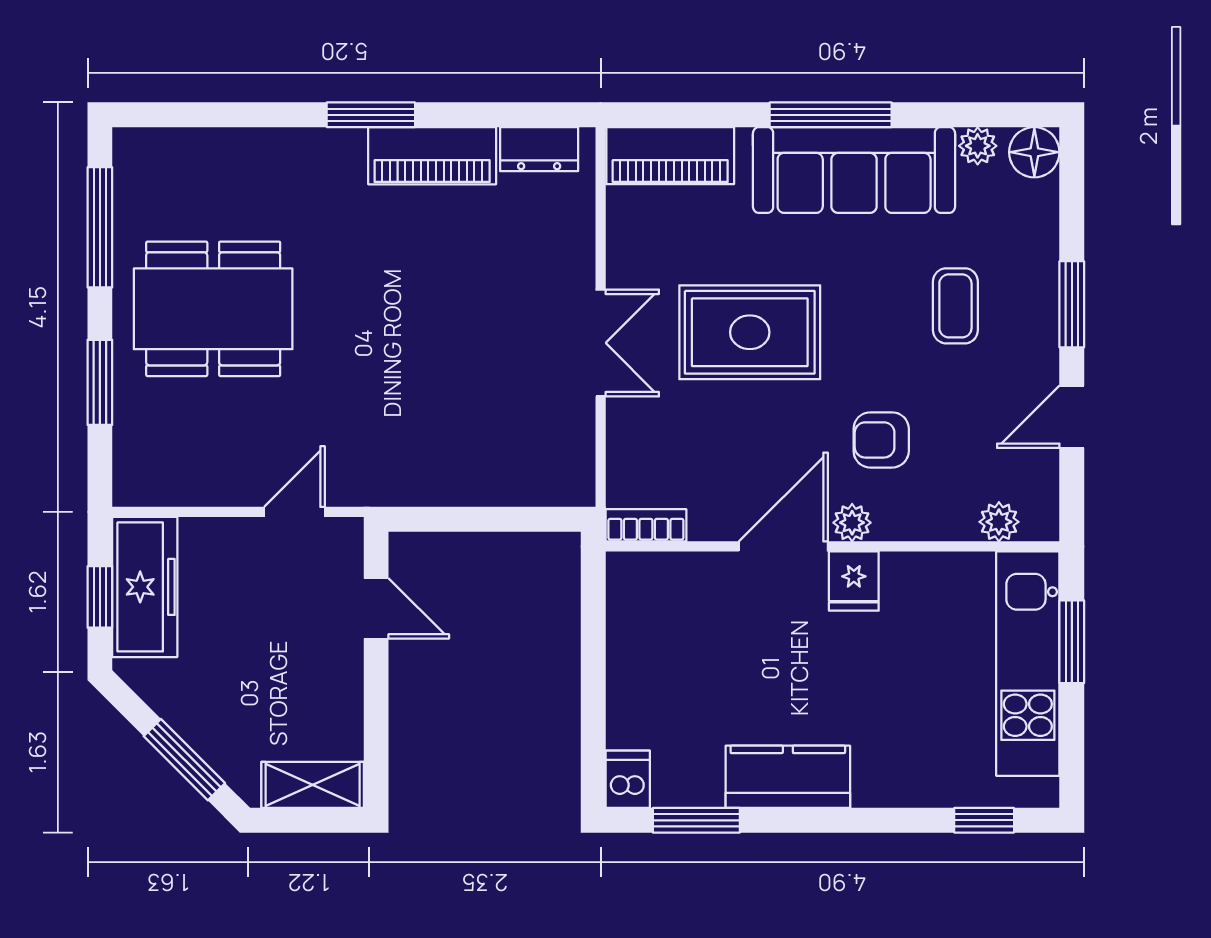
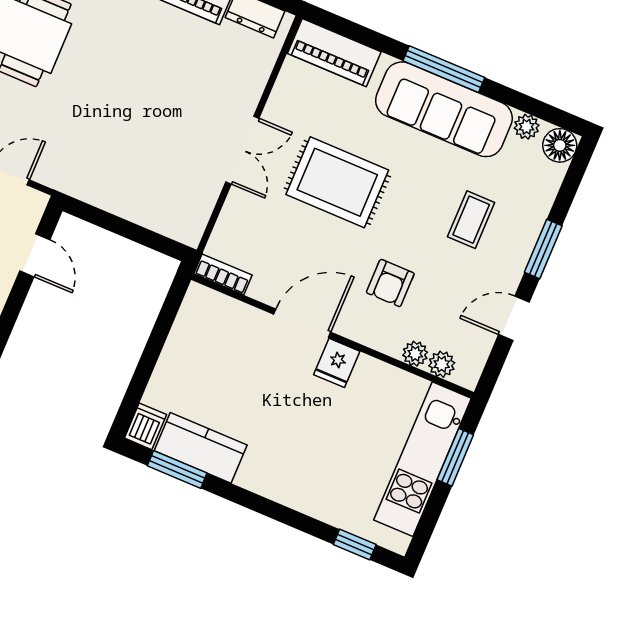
armchair: (881, 440) -> (390, 283), turned -90
plant: (852, 523) -> (415, 354), moved
kitchen counter: (788, 777) -> (201, 448), moved

